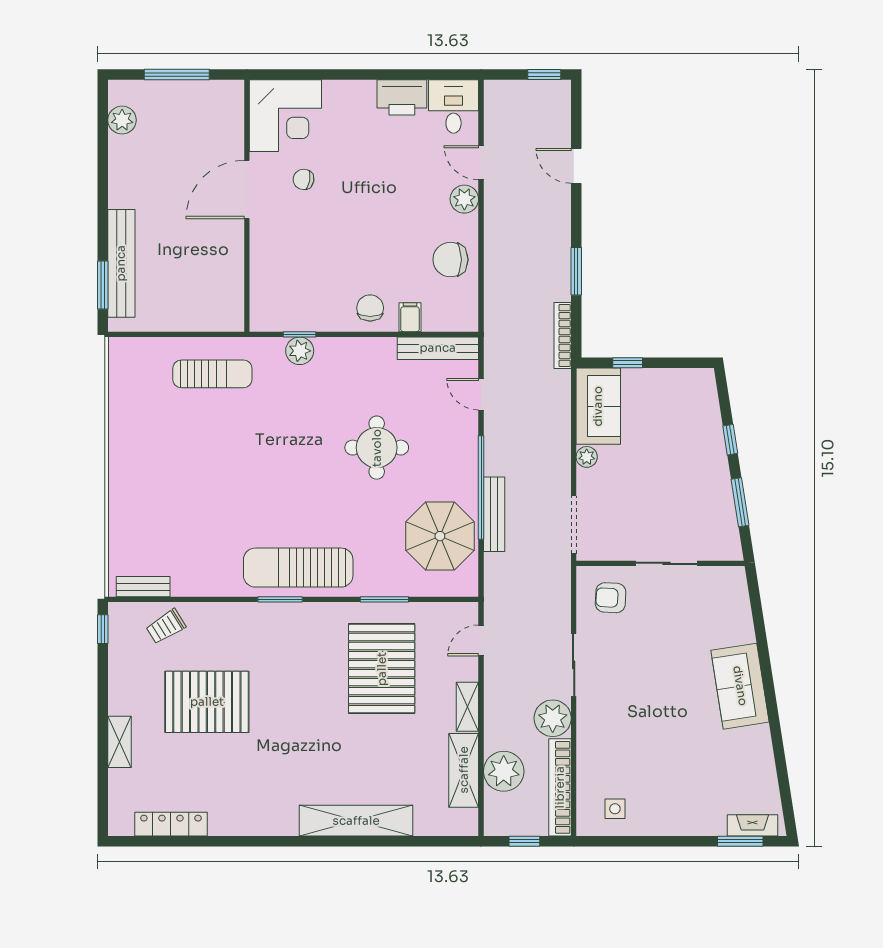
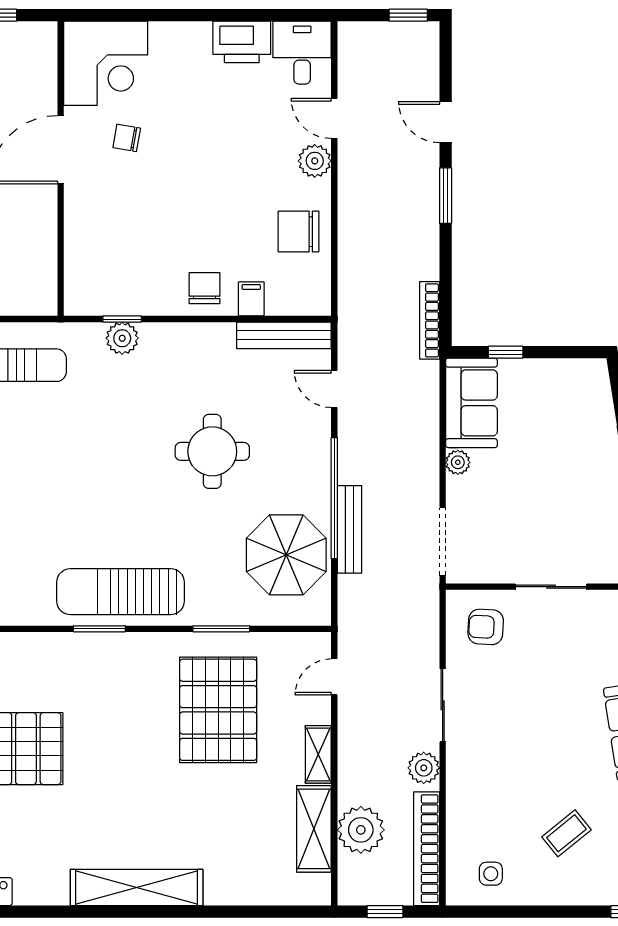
window: (576, 271) -> (446, 196), moved
plant: (553, 718) -> (424, 768), width x0.73, depth x0.73
coffee table: (680, 774) -> (566, 833), added
shelving: (356, 821) -> (137, 888), moved

